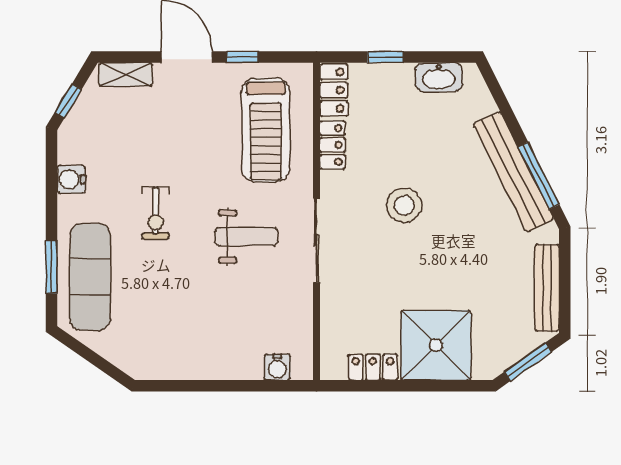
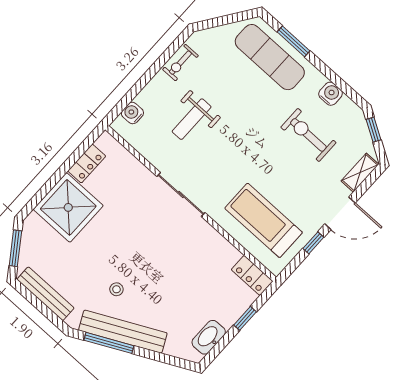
locker: (333, 145) -> (224, 249), removed
stool: (404, 205) -> (116, 289), moved, width x0.53, depth x0.53
exercise bike: (156, 213) -> (308, 135), moved, width x1.38, depth x1.39
weight bench: (246, 237) -> (192, 119), moved
exercise bike: (180, 365) -> (180, 63), added

